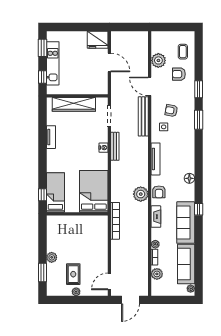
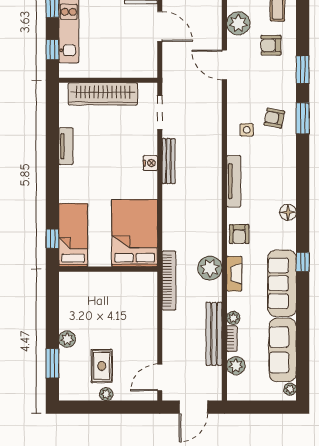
armchair: (171, 111) -> (274, 118), moved
bench: (143, 116) -> (214, 334), moved
plant: (141, 194) -> (210, 268), moved

